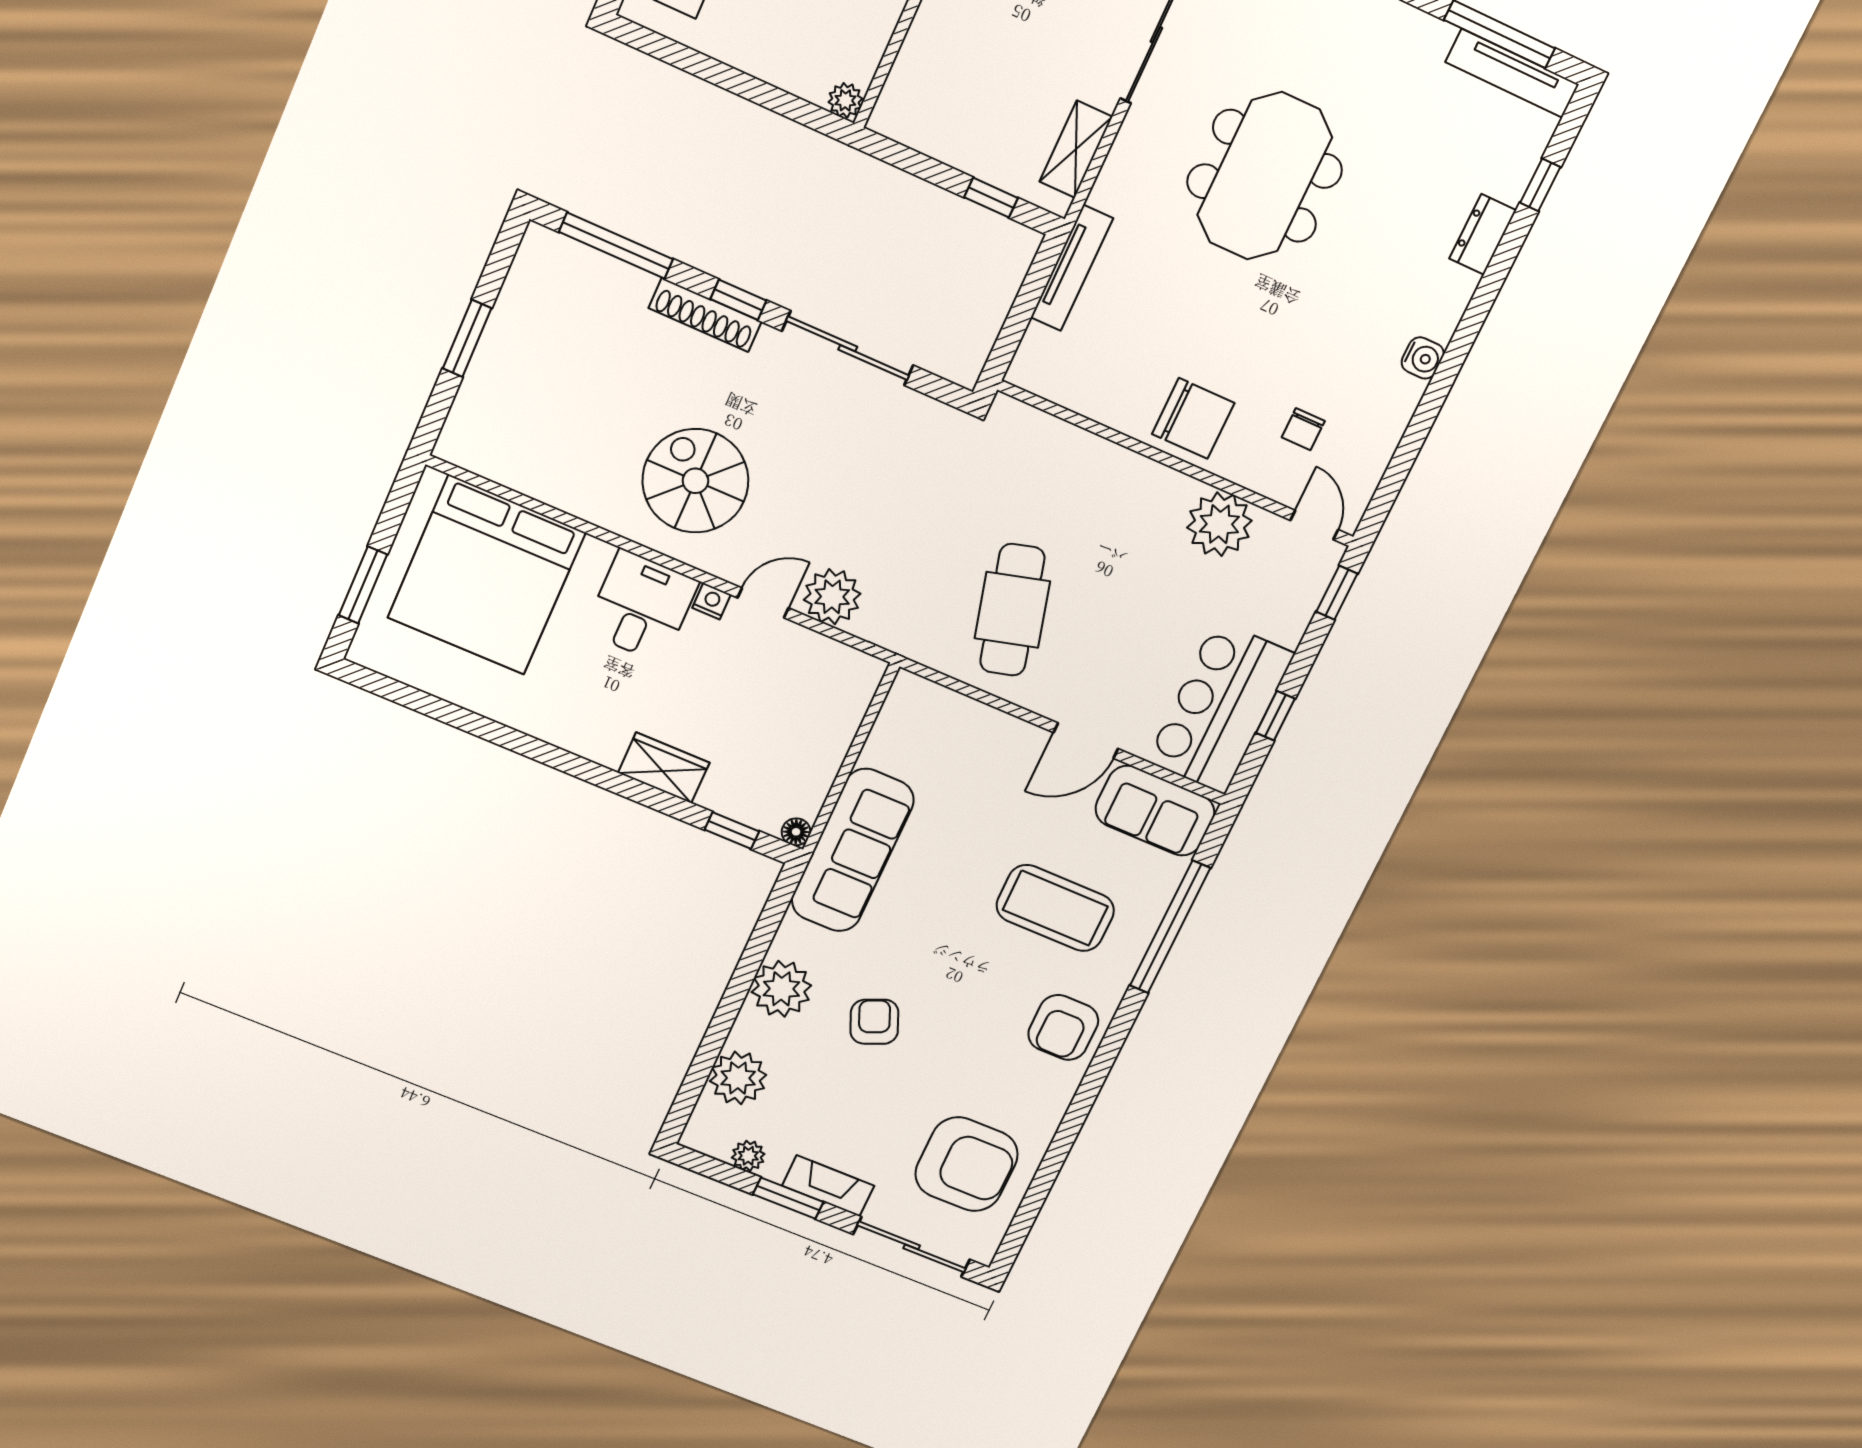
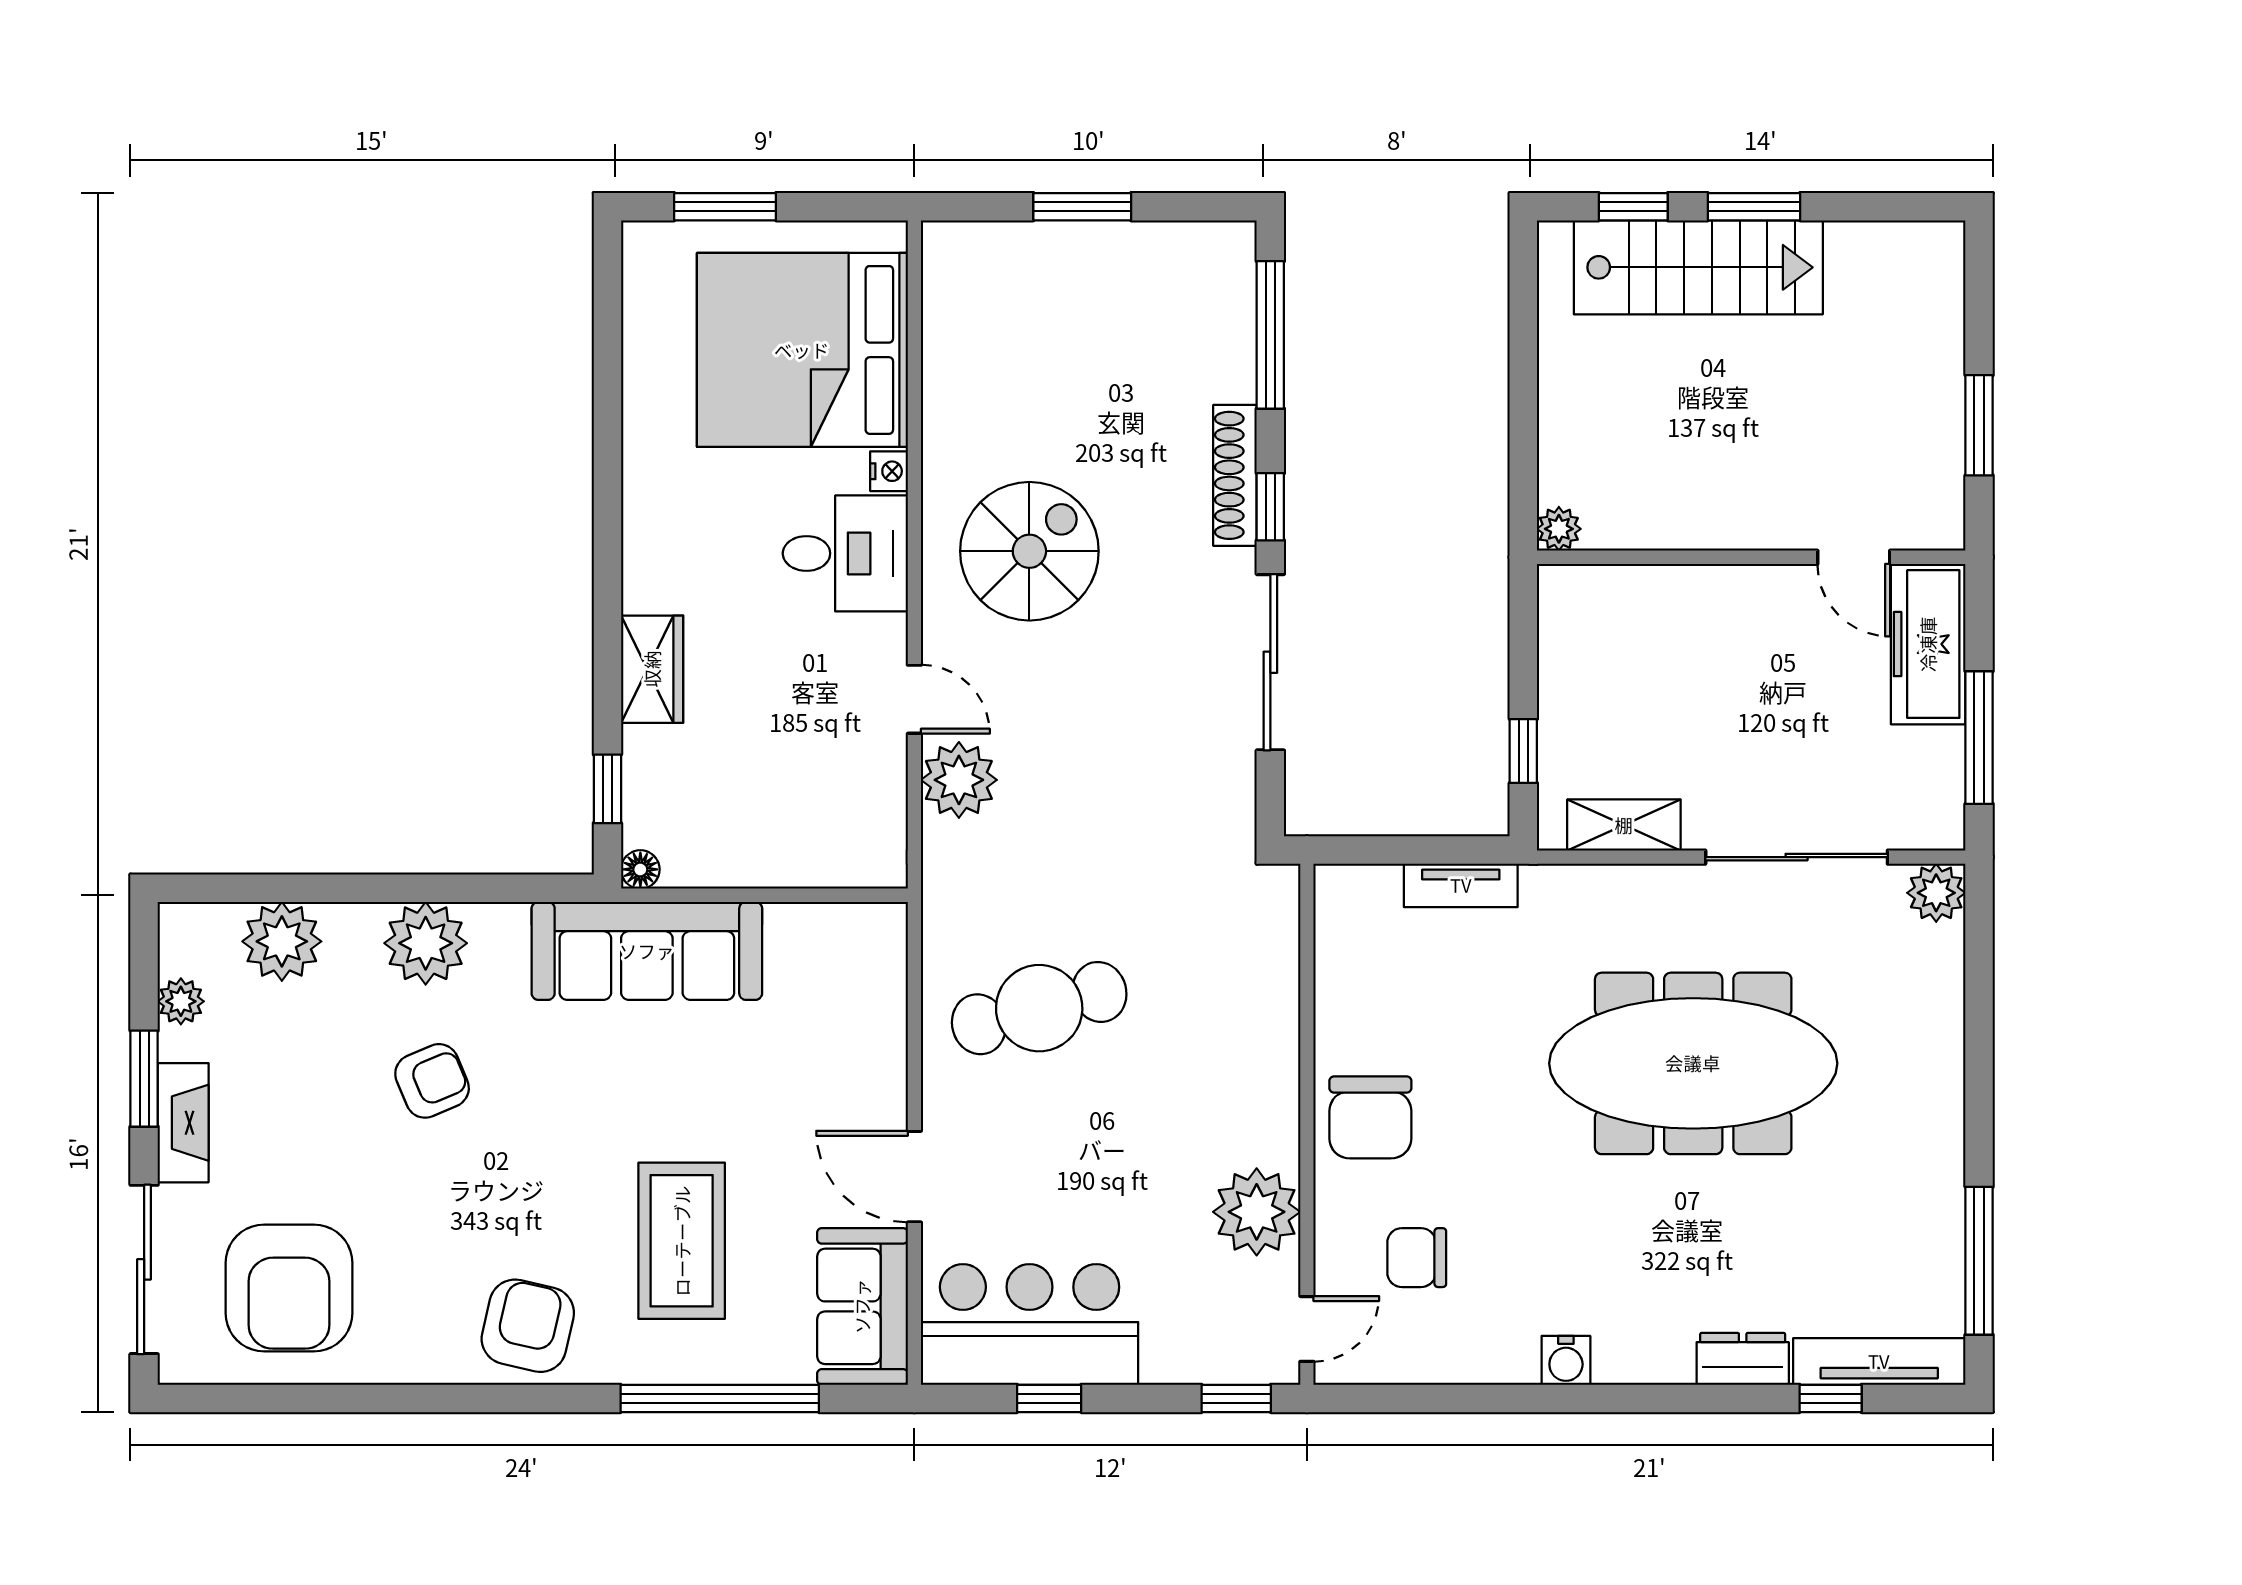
tv unit: (1512, 73) -> (1879, 1361), moved, turned 90
meeting table: (1265, 176) -> (1693, 1063), width x1.36
tv unit: (1072, 268) -> (1461, 885), width x0.71
chair: (1303, 429) -> (1417, 1258), width x1.37, depth x1.37
nightstand: (712, 601) -> (889, 471), moved
armchair: (1063, 1027) -> (528, 1326), turned 103

